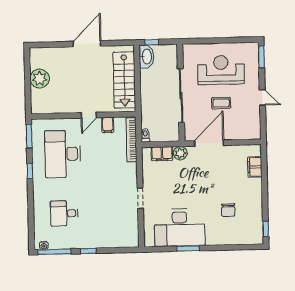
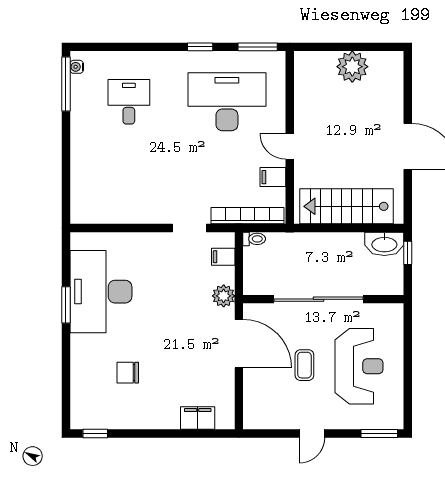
filing cabinet: (162, 154) -> (223, 257), width x0.50
doorway: (140, 198) -> (189, 228), moved
window: (88, 251) -> (66, 140), removed

